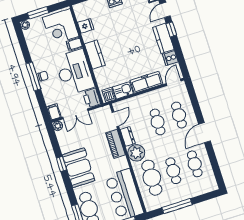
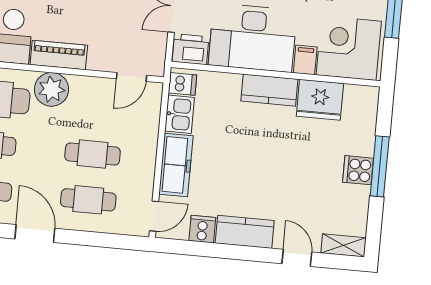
fridge: (86, 26) -> (320, 100), width x1.88, depth x1.34
window: (171, 29) -> (255, 254), removed
door: (174, 82) -> (154, 216), hinge flipped
door: (115, 119) -> (131, 77), hinge flipped
dresser: (128, 137) -> (89, 86), removed
piano: (115, 144) -> (59, 55), moved

